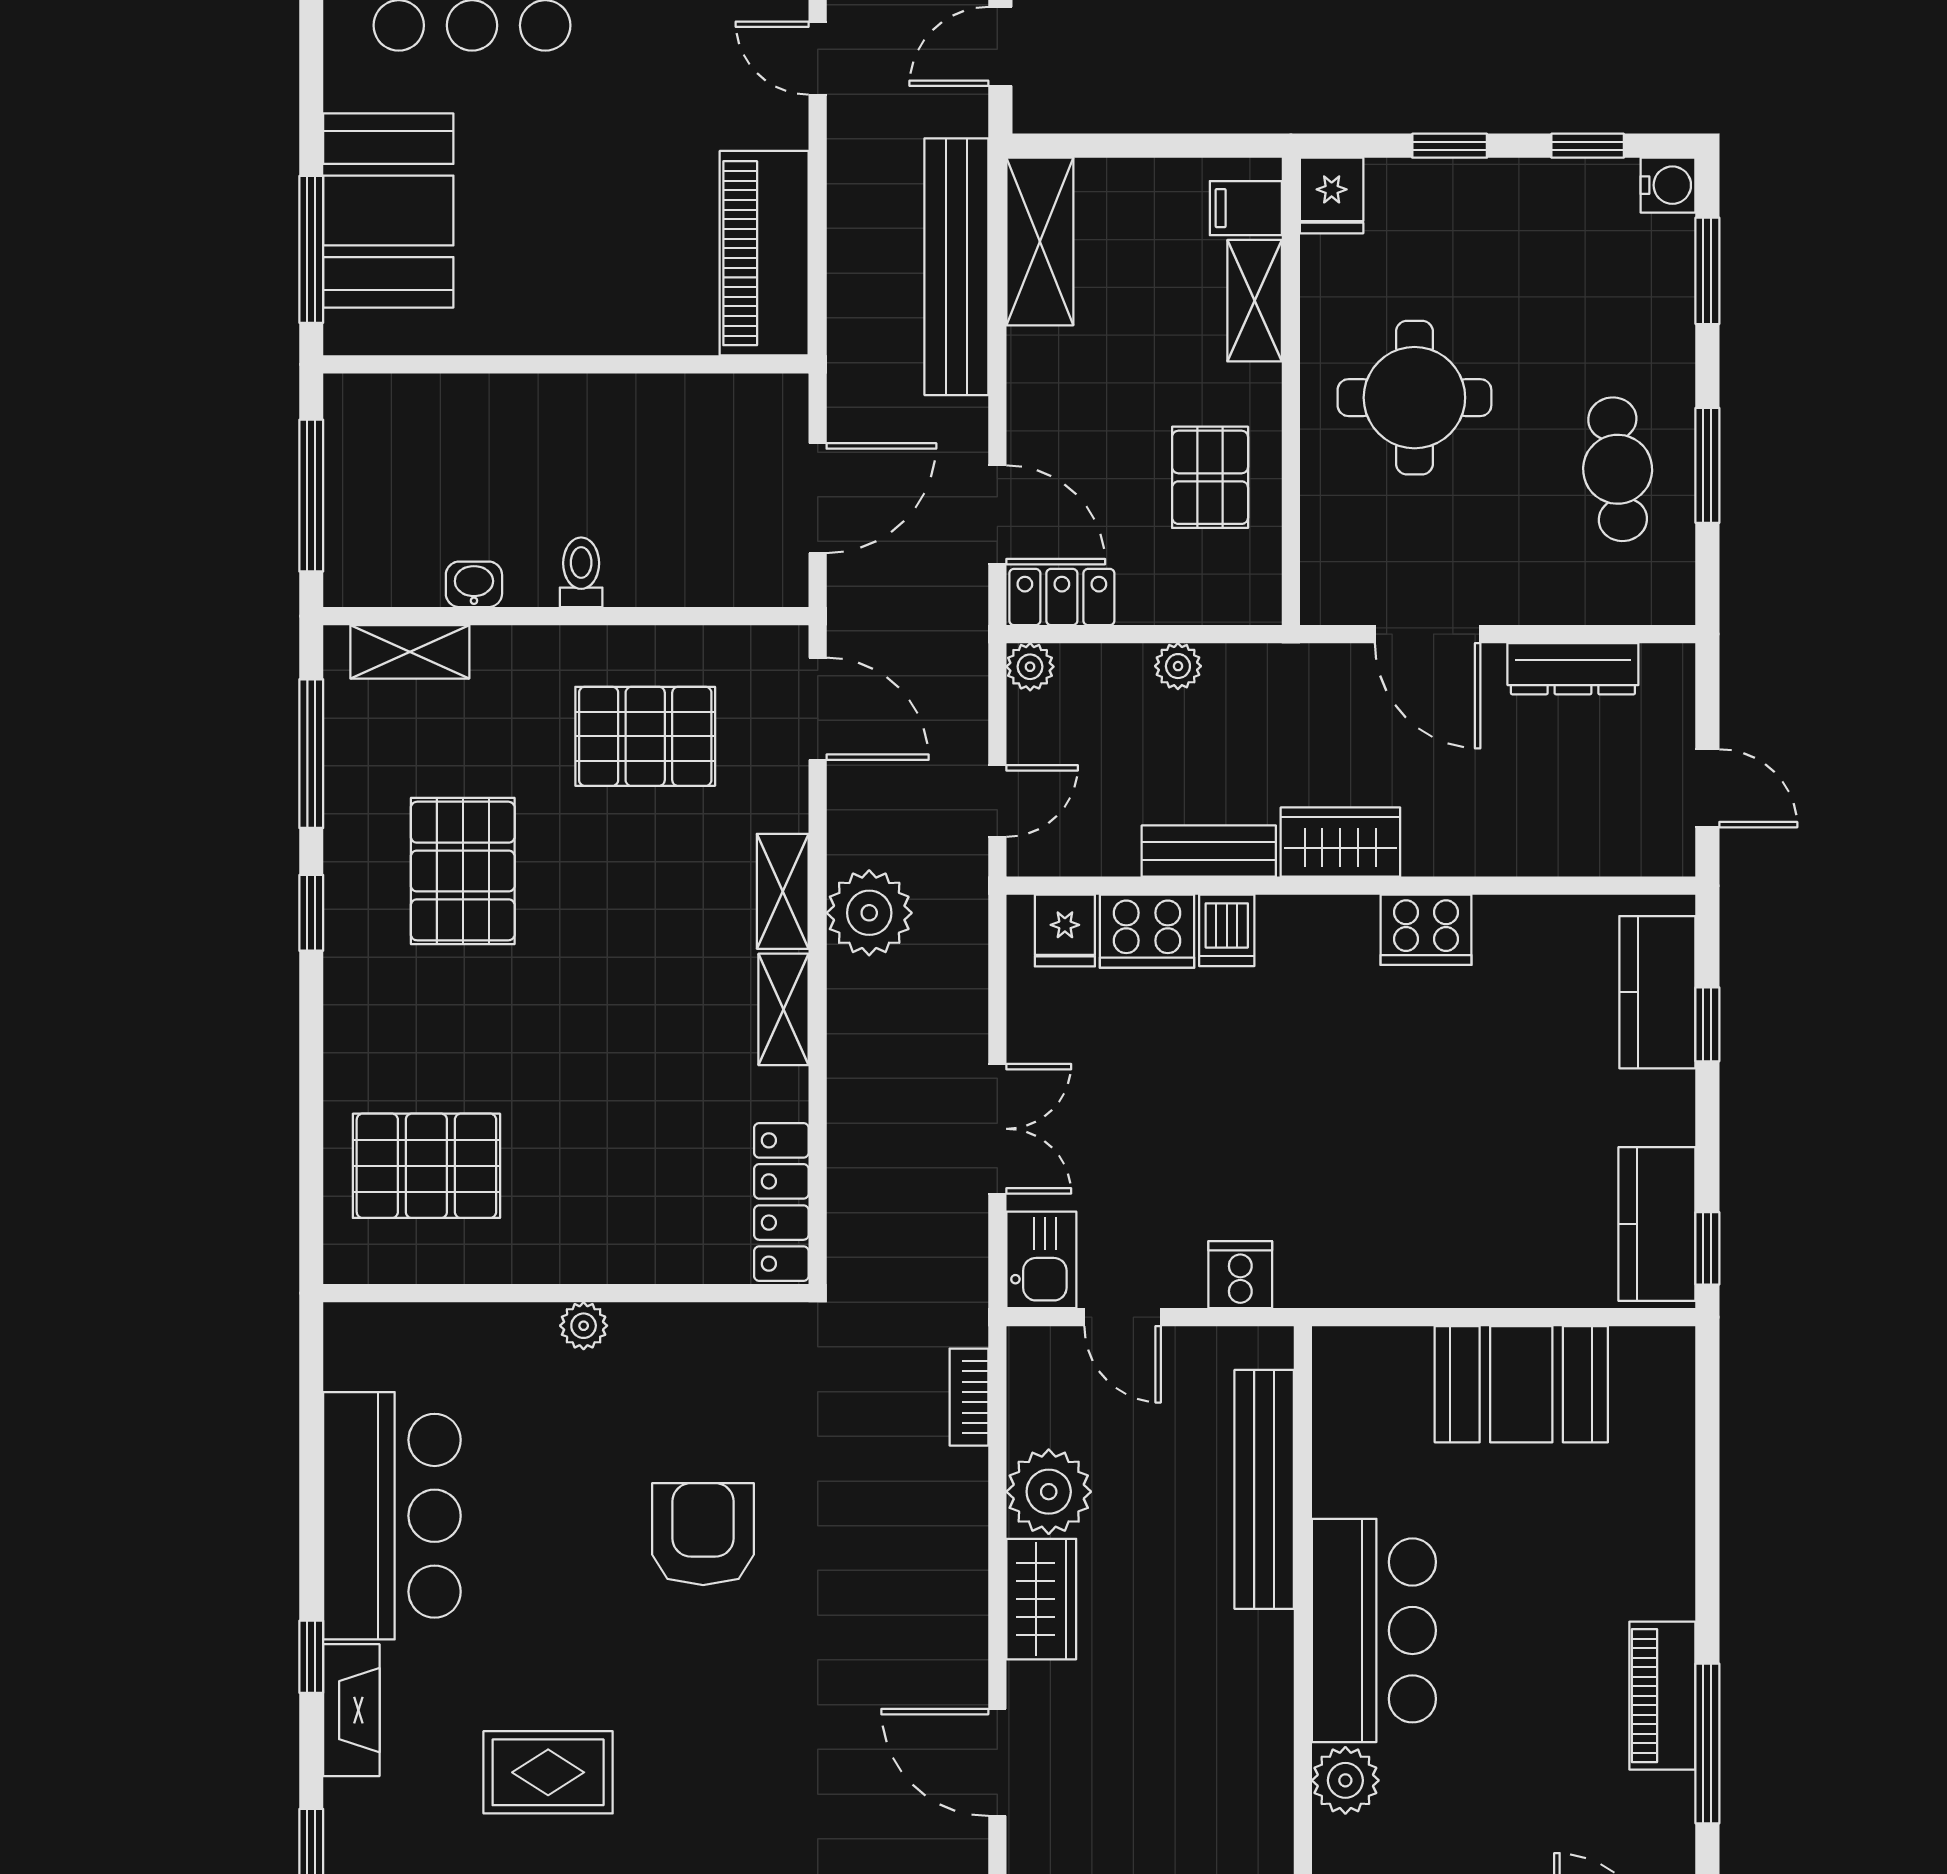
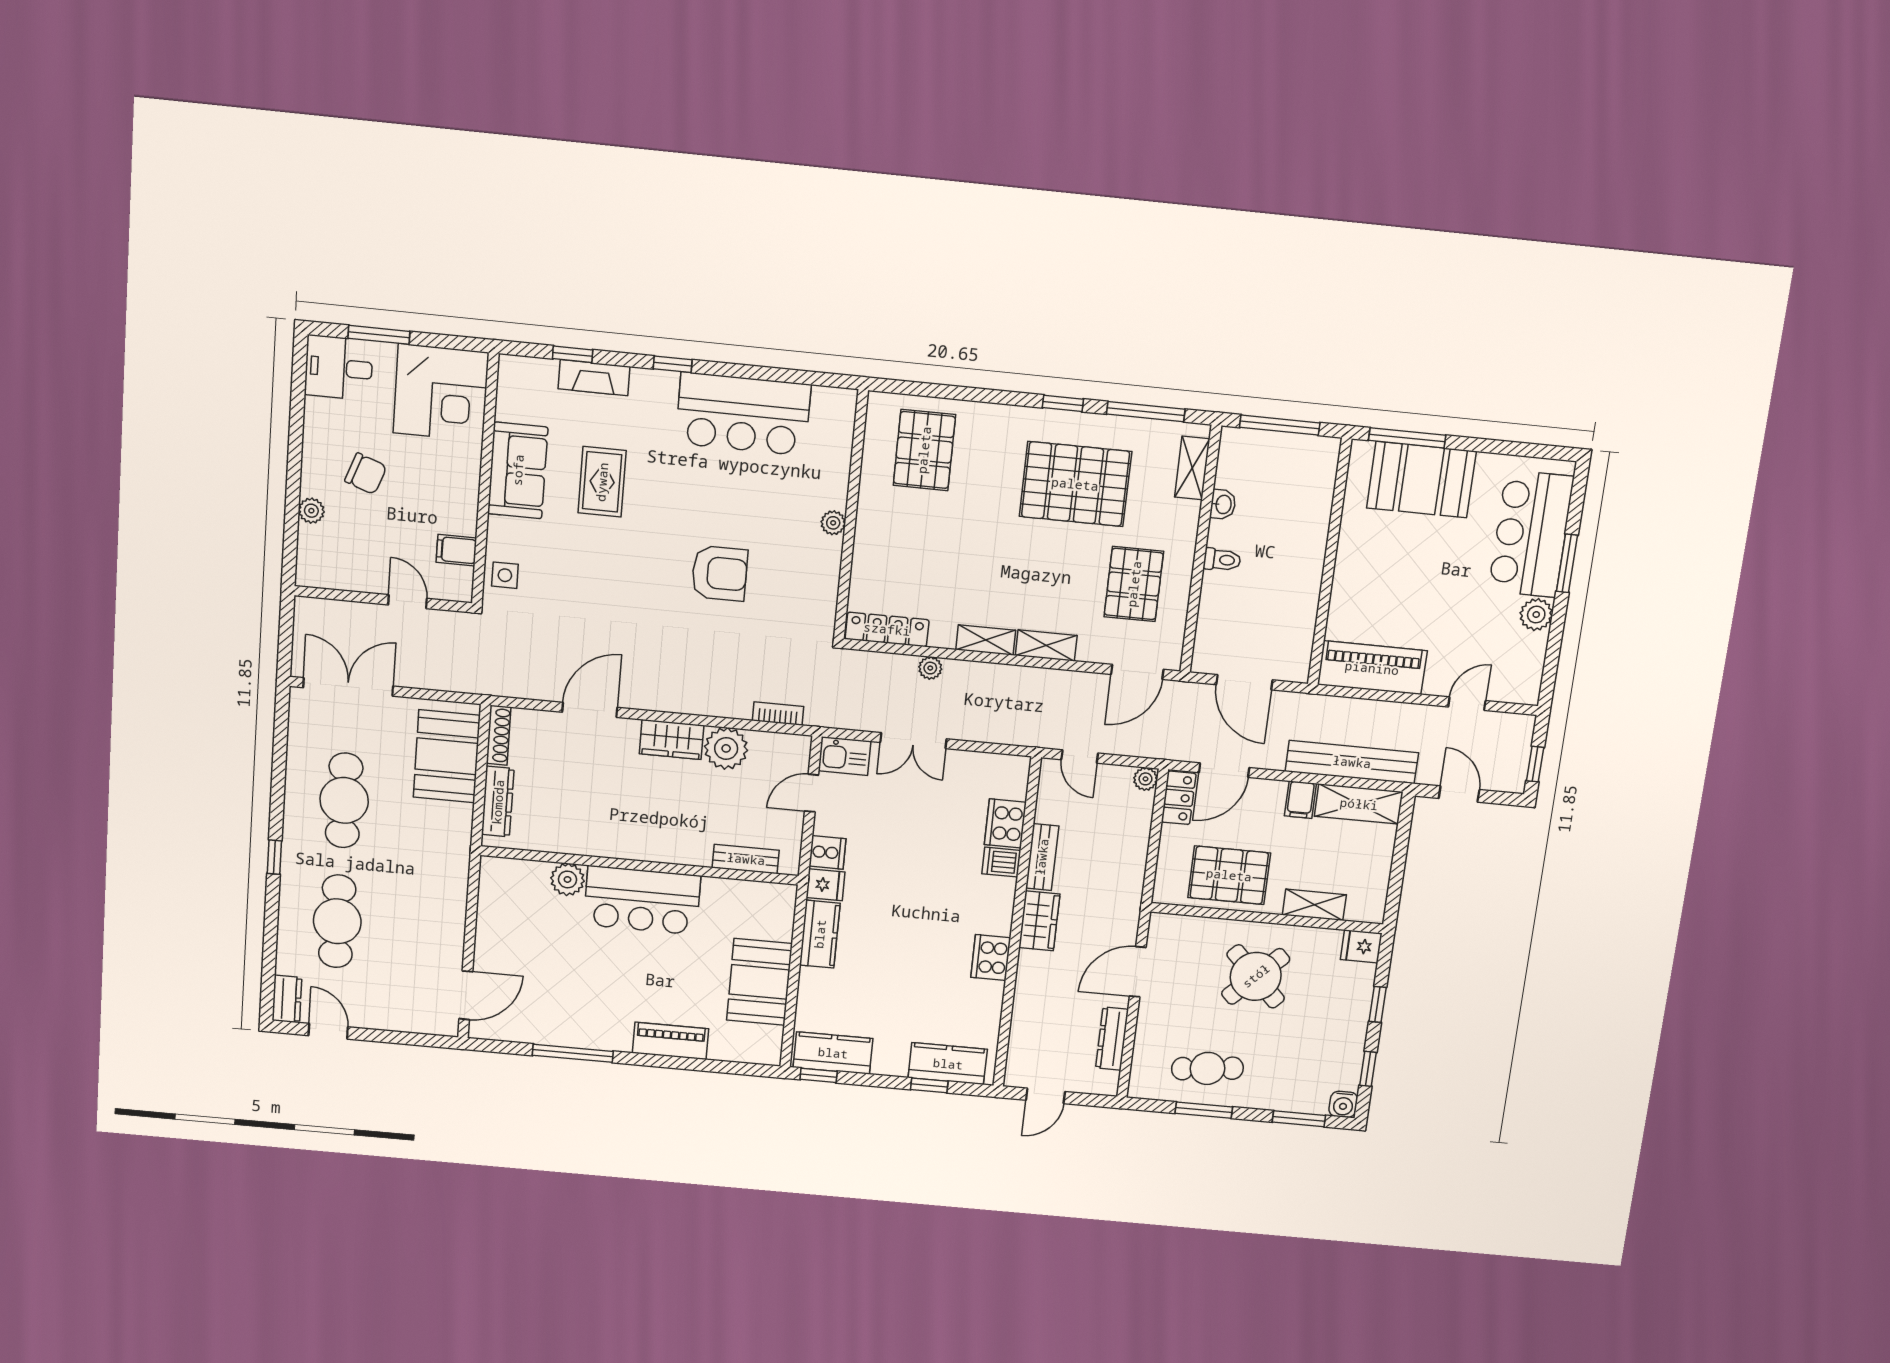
filing cabinet: (1246, 208) -> (1300, 800), moved, turned 180
round table: (1414, 398) -> (1256, 976), turned 45
pallet: (1210, 477) -> (1229, 875), width x1.50, depth x1.42
plant: (1178, 666) -> (1137, 851), removed
pallet: (463, 871) -> (1075, 484), width x1.37, depth x1.41
plant: (869, 913) -> (930, 668), moved, width x0.53, depth x0.53
fridge: (1065, 931) -> (825, 885), moved, turned 180
kitchen counter: (1410, 1274) -> (820, 934), added
bench: (1264, 1489) -> (746, 859), width x0.54, depth x0.82
piano: (1662, 1696) -> (671, 1041), moved
fireplace: (351, 1710) -> (594, 378), moved

